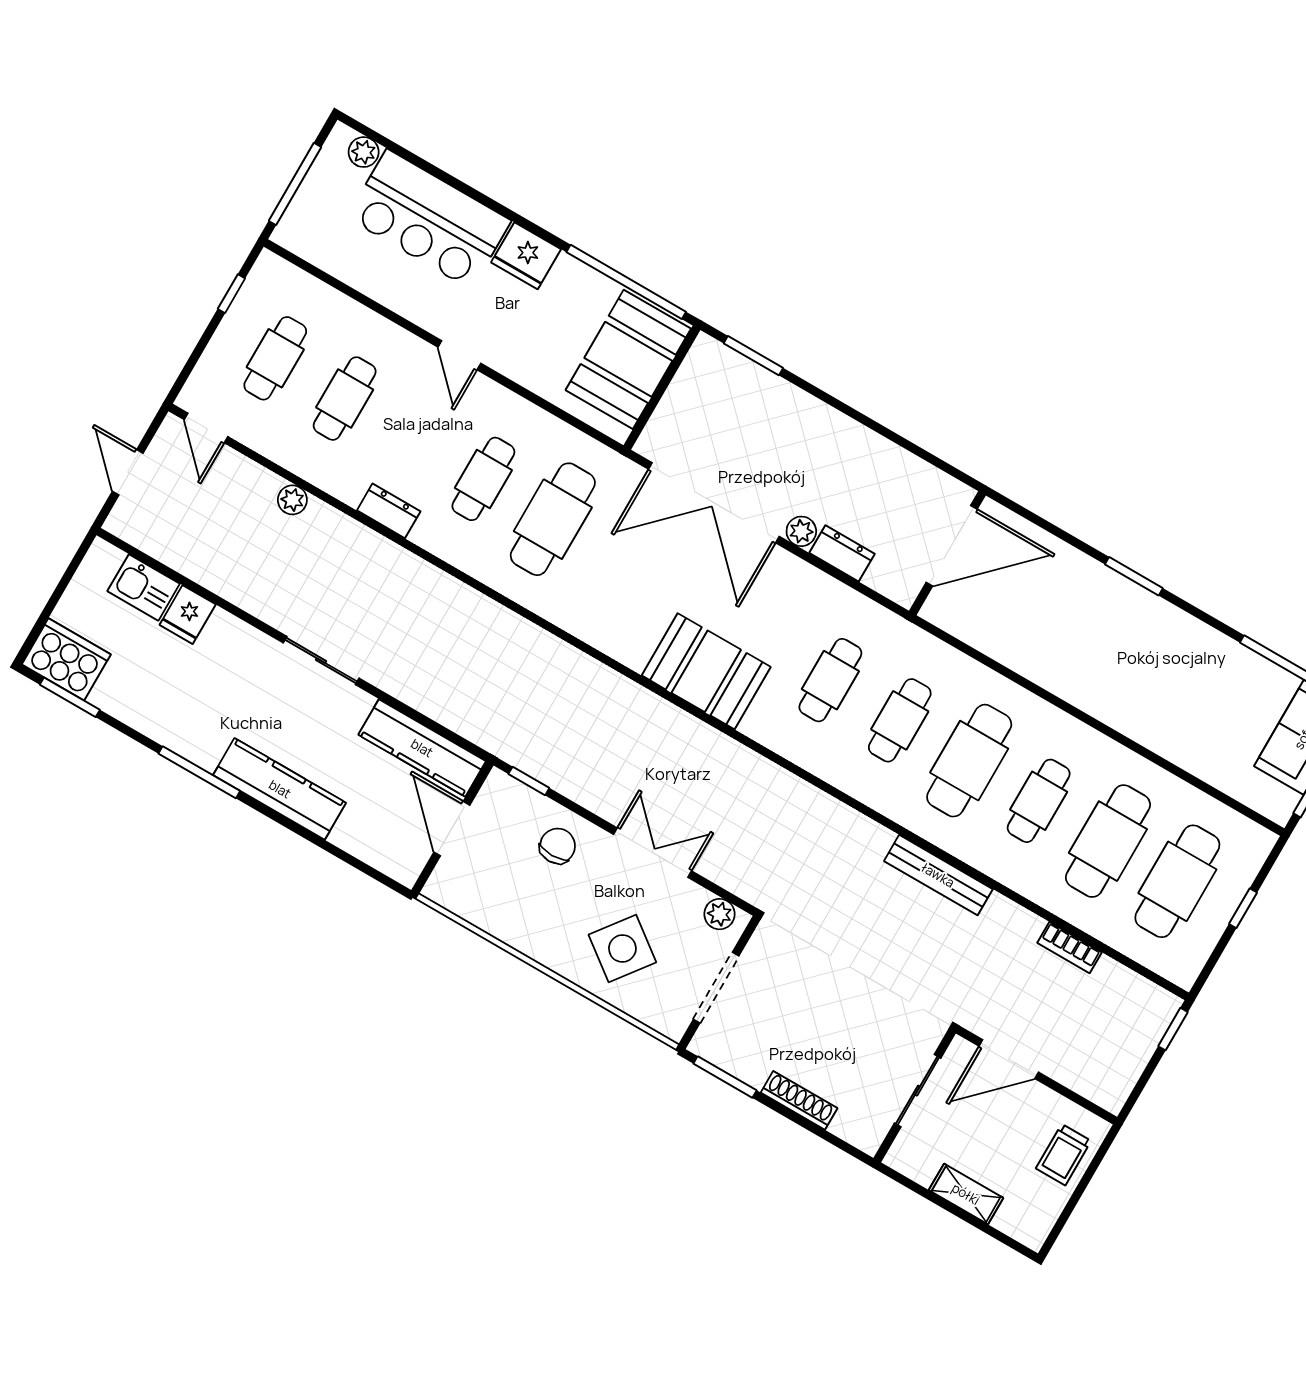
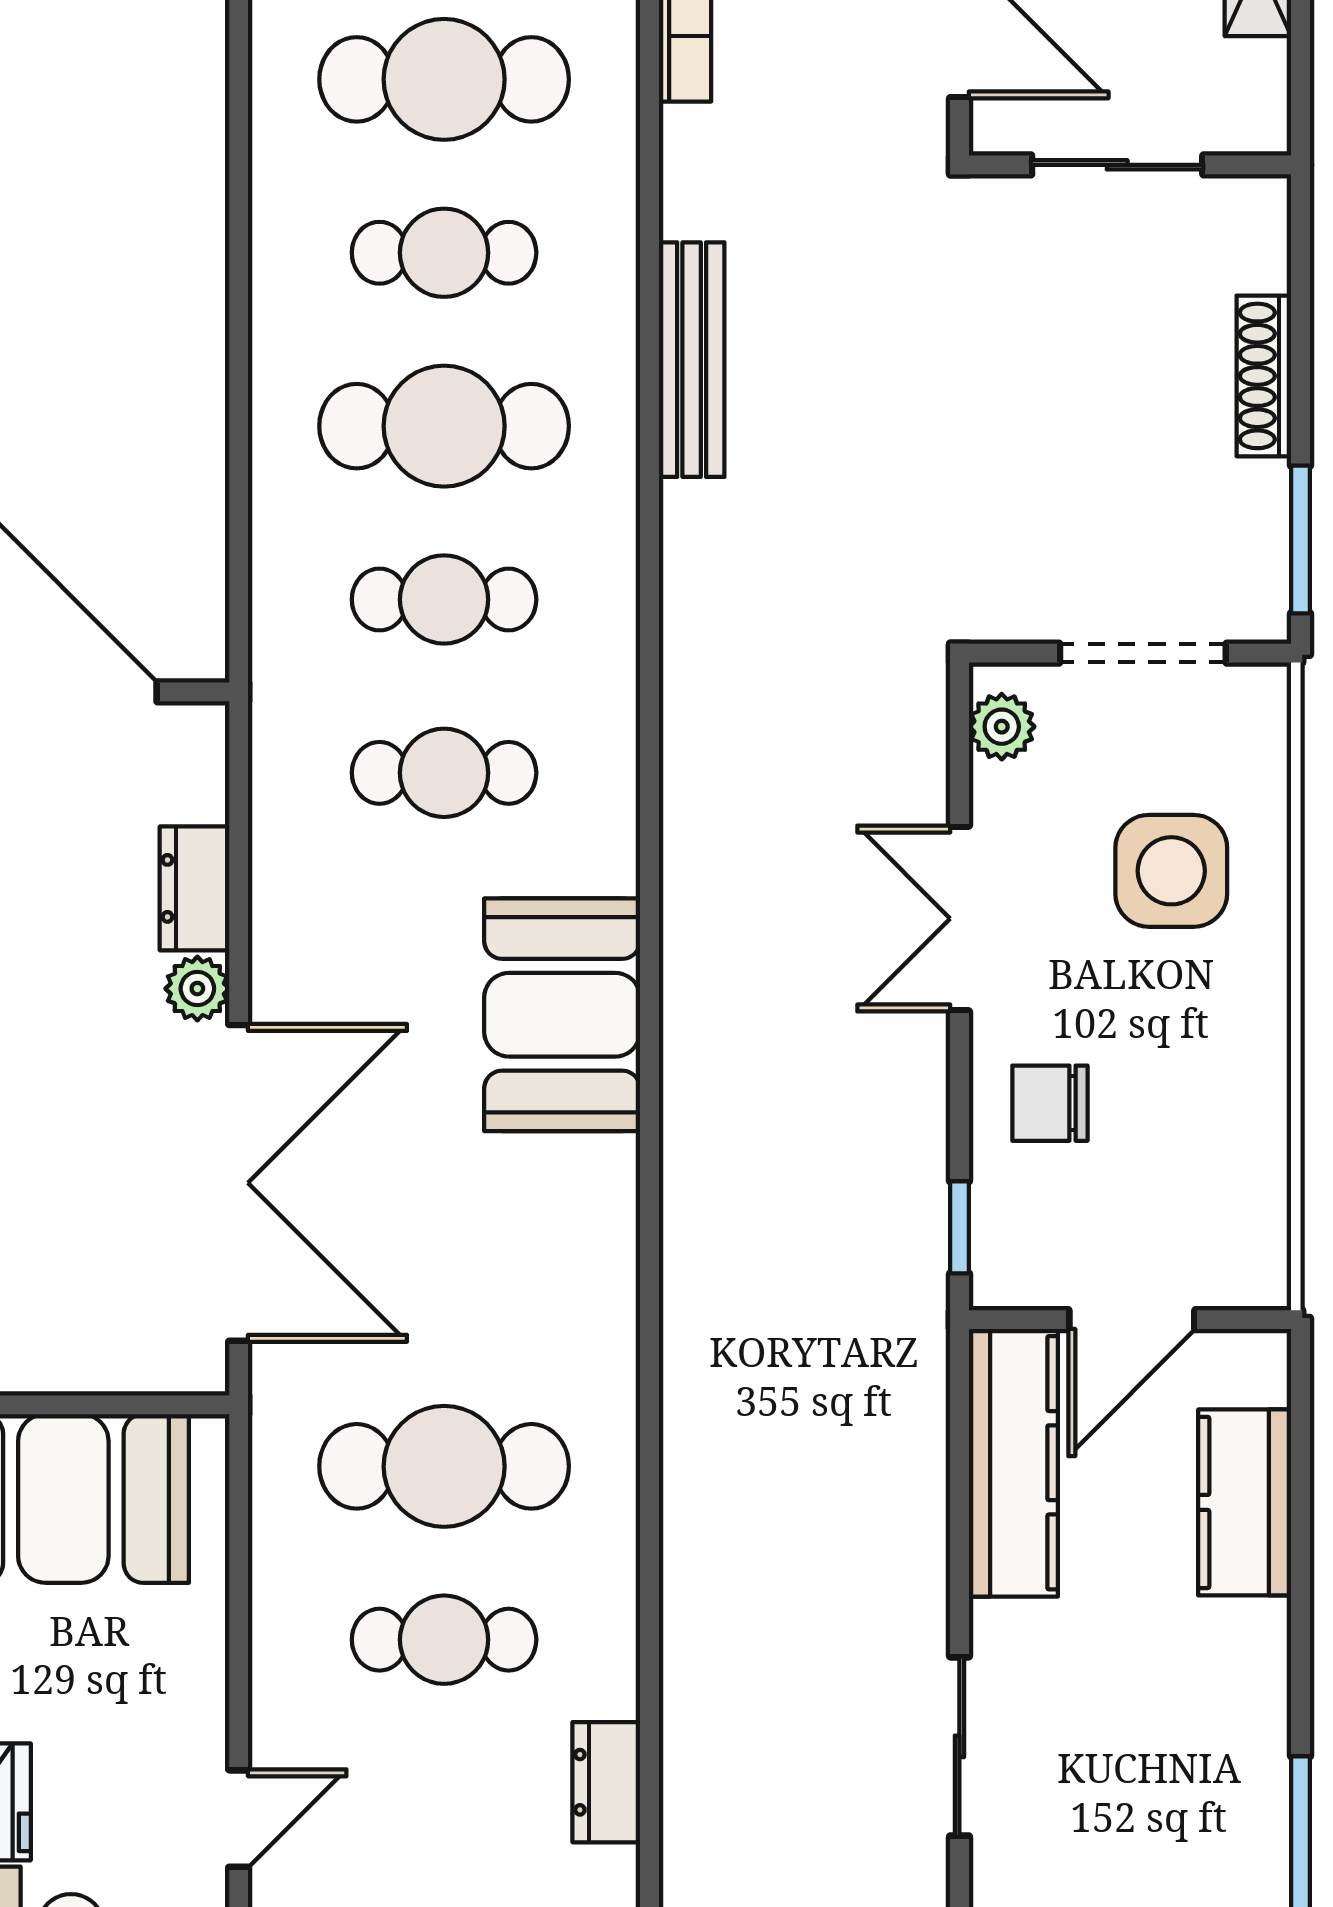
kitchen counter: (280, 789) -> (1245, 1502), moved, width x0.67
side table: (622, 948) -> (1171, 871), turned -37

